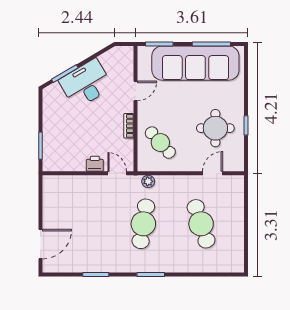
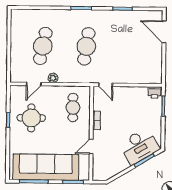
desk: (86, 84) -> (139, 146), moved
cafe table: (160, 143) -> (73, 108), turned 42
printer: (95, 164) -> (155, 92), moved
plant: (148, 181) -> (53, 78), moved
cafe table: (201, 224) -> (43, 46), turned 30
door: (41, 244) -> (164, 32), hinge flipped

